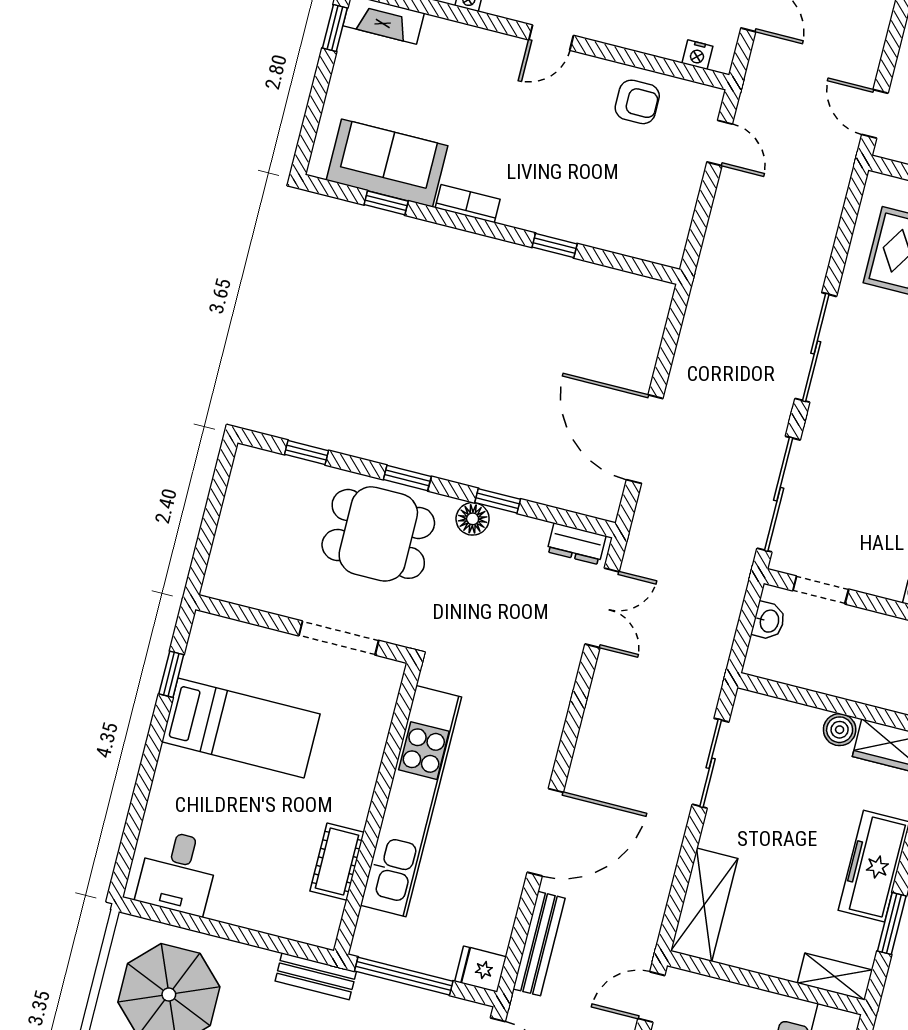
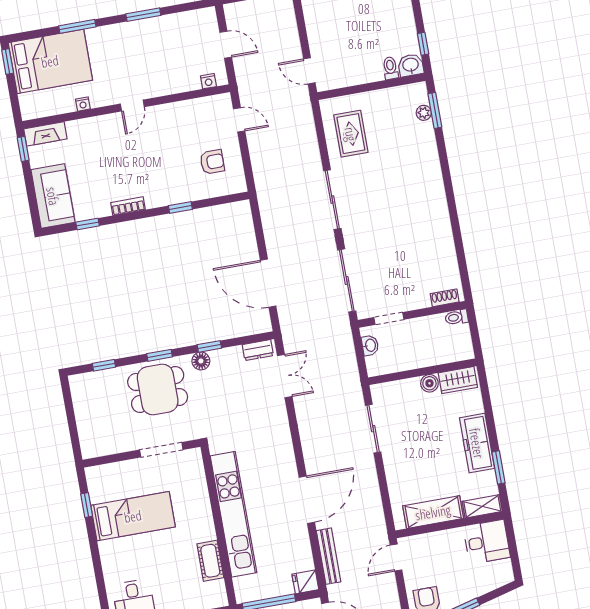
armchair: (637, 102) -> (212, 162), moved
sofa: (387, 163) -> (53, 196), moved, turned 90
shelving: (704, 905) -> (433, 512), moved, turned 90

